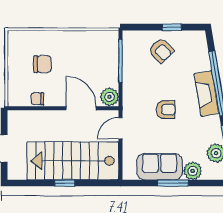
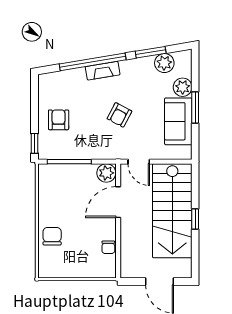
window: (172, 27) -> (35, 143), moved
armchair: (161, 50) -> (59, 120), turned -46
chair: (43, 64) -> (52, 236), moved
fireplace: (207, 94) -> (103, 71), width x0.73, depth x0.76
armchair: (166, 110) -> (119, 115), turned -152

